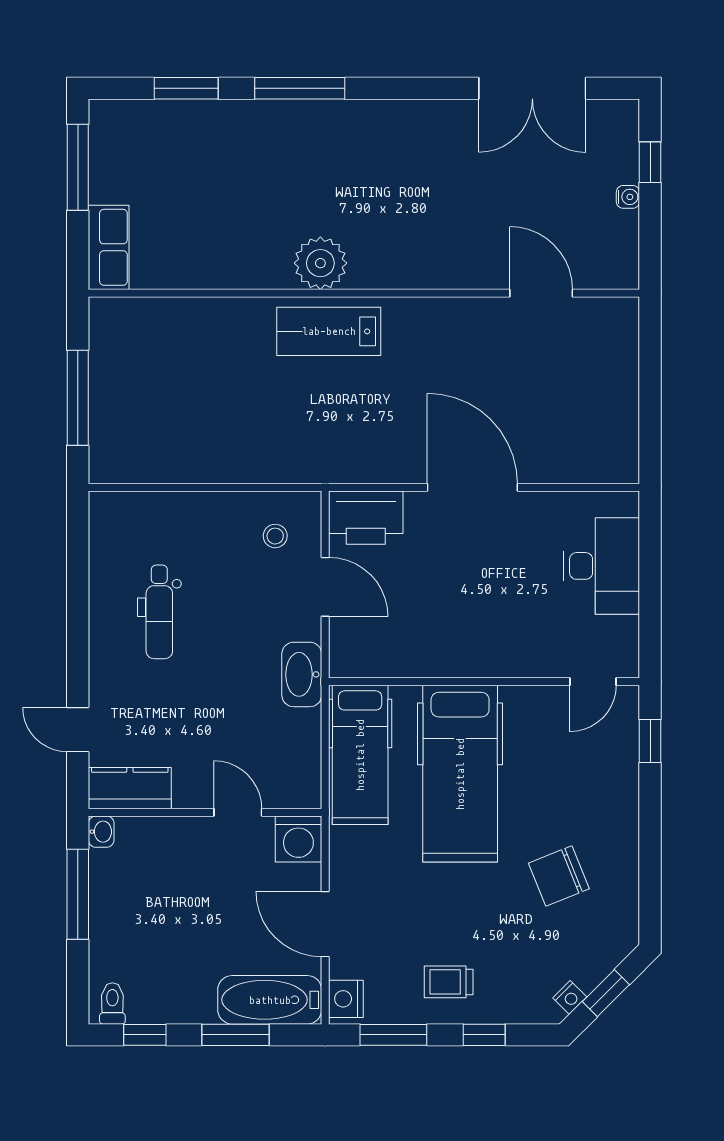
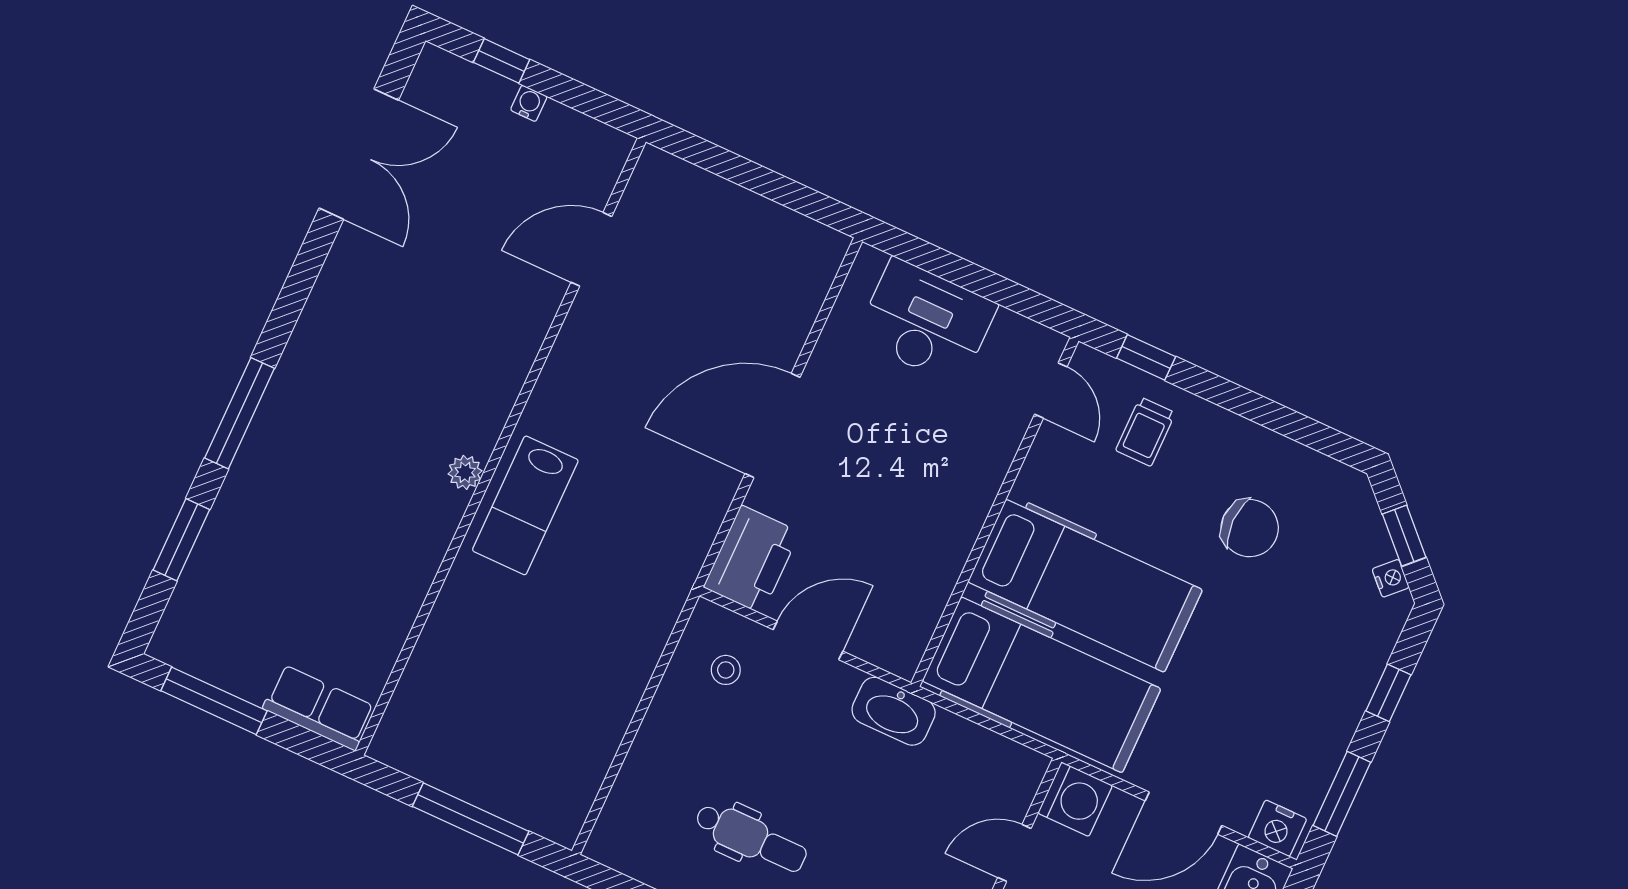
plant: (320, 263) -> (465, 472), width x0.53, depth x0.53
hospital bed: (360, 755) -> (1041, 685), width x1.37, depth x1.29
chair: (559, 876) -> (1250, 528), turned -68
trolley: (449, 982) -> (1145, 432), moved

